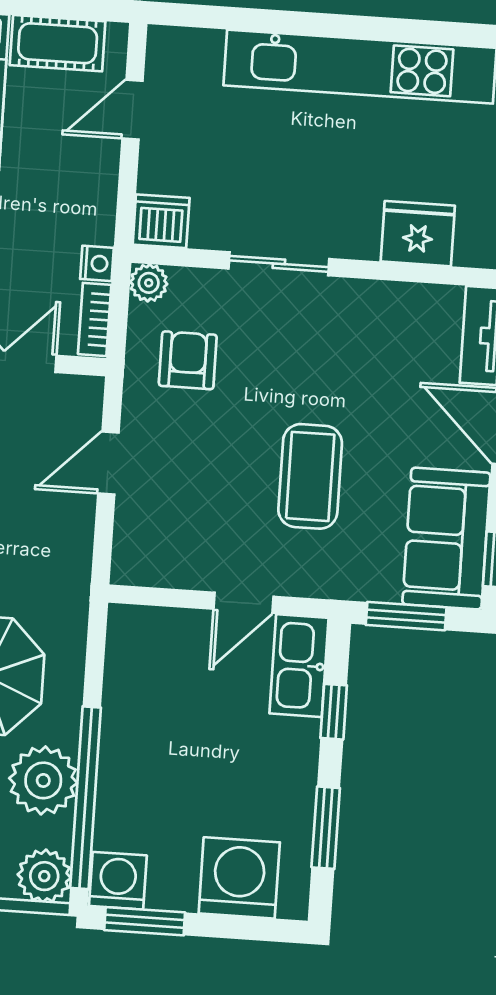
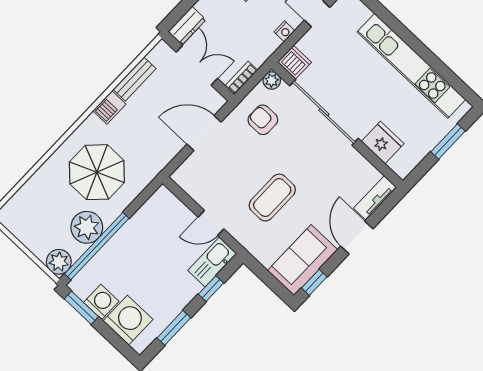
nightstand: (97, 263) -> (284, 31), moved
sliding door: (279, 264) -> (324, 112), width x1.86
armchair: (188, 360) -> (263, 120), turned -90
door: (108, 463) -> (204, 133), width x1.38
window: (406, 616) -> (265, 276), removed
washing machine: (118, 881) -> (101, 302), moved

